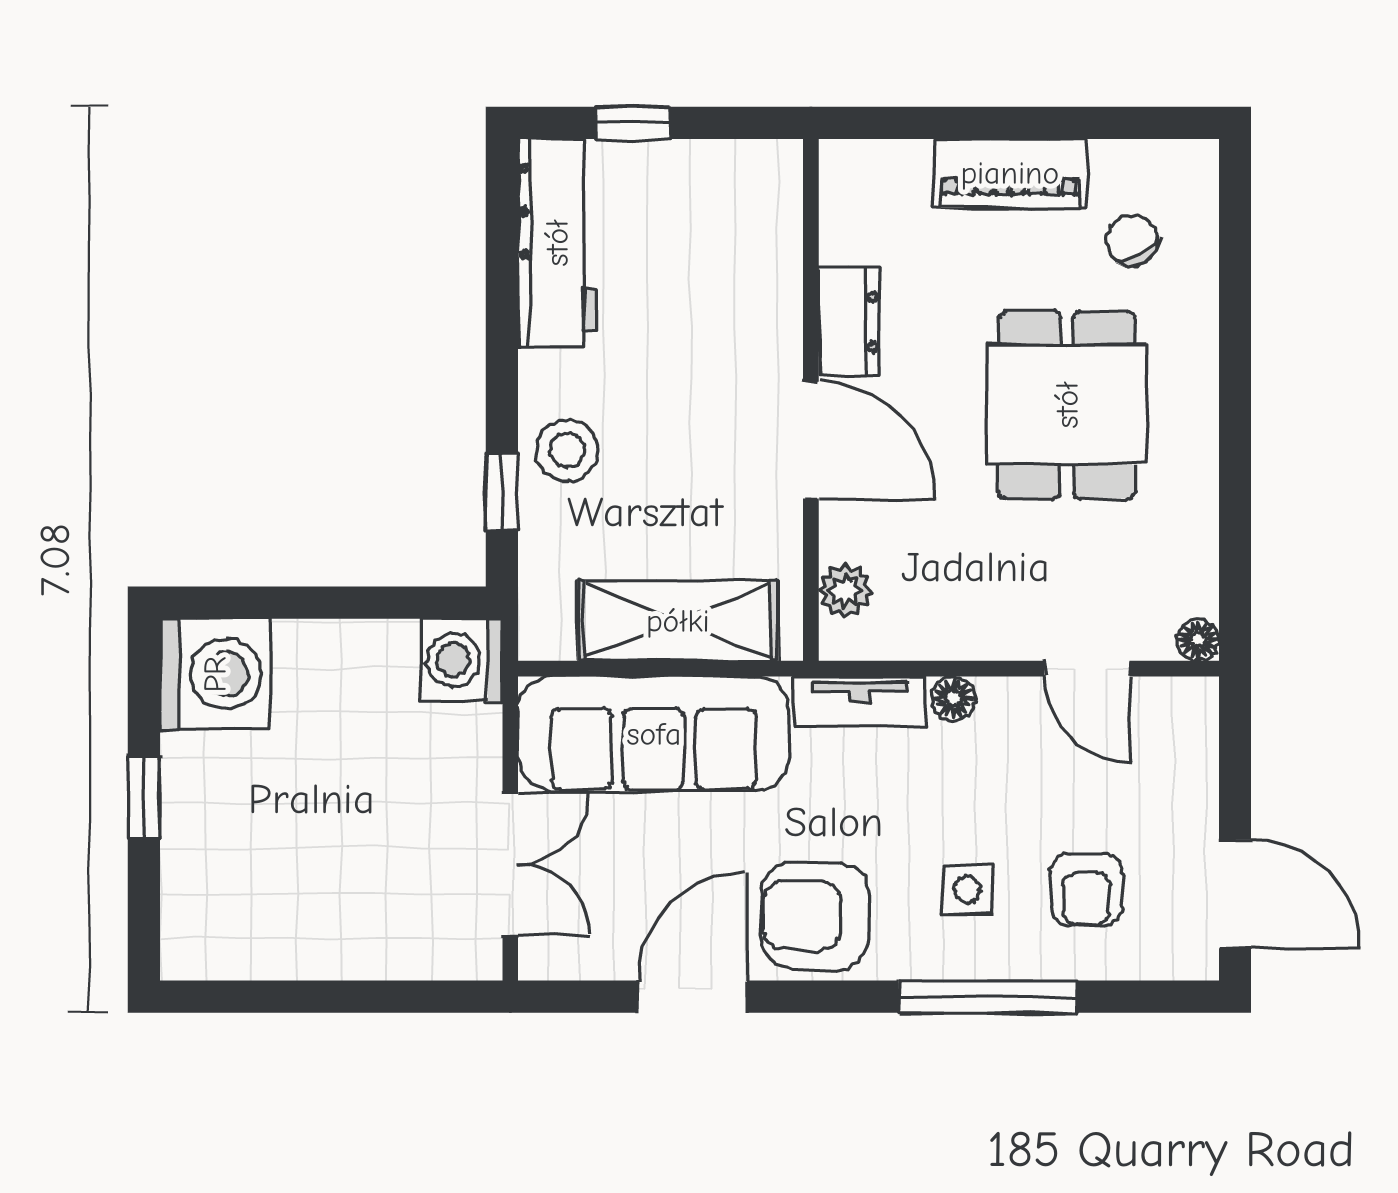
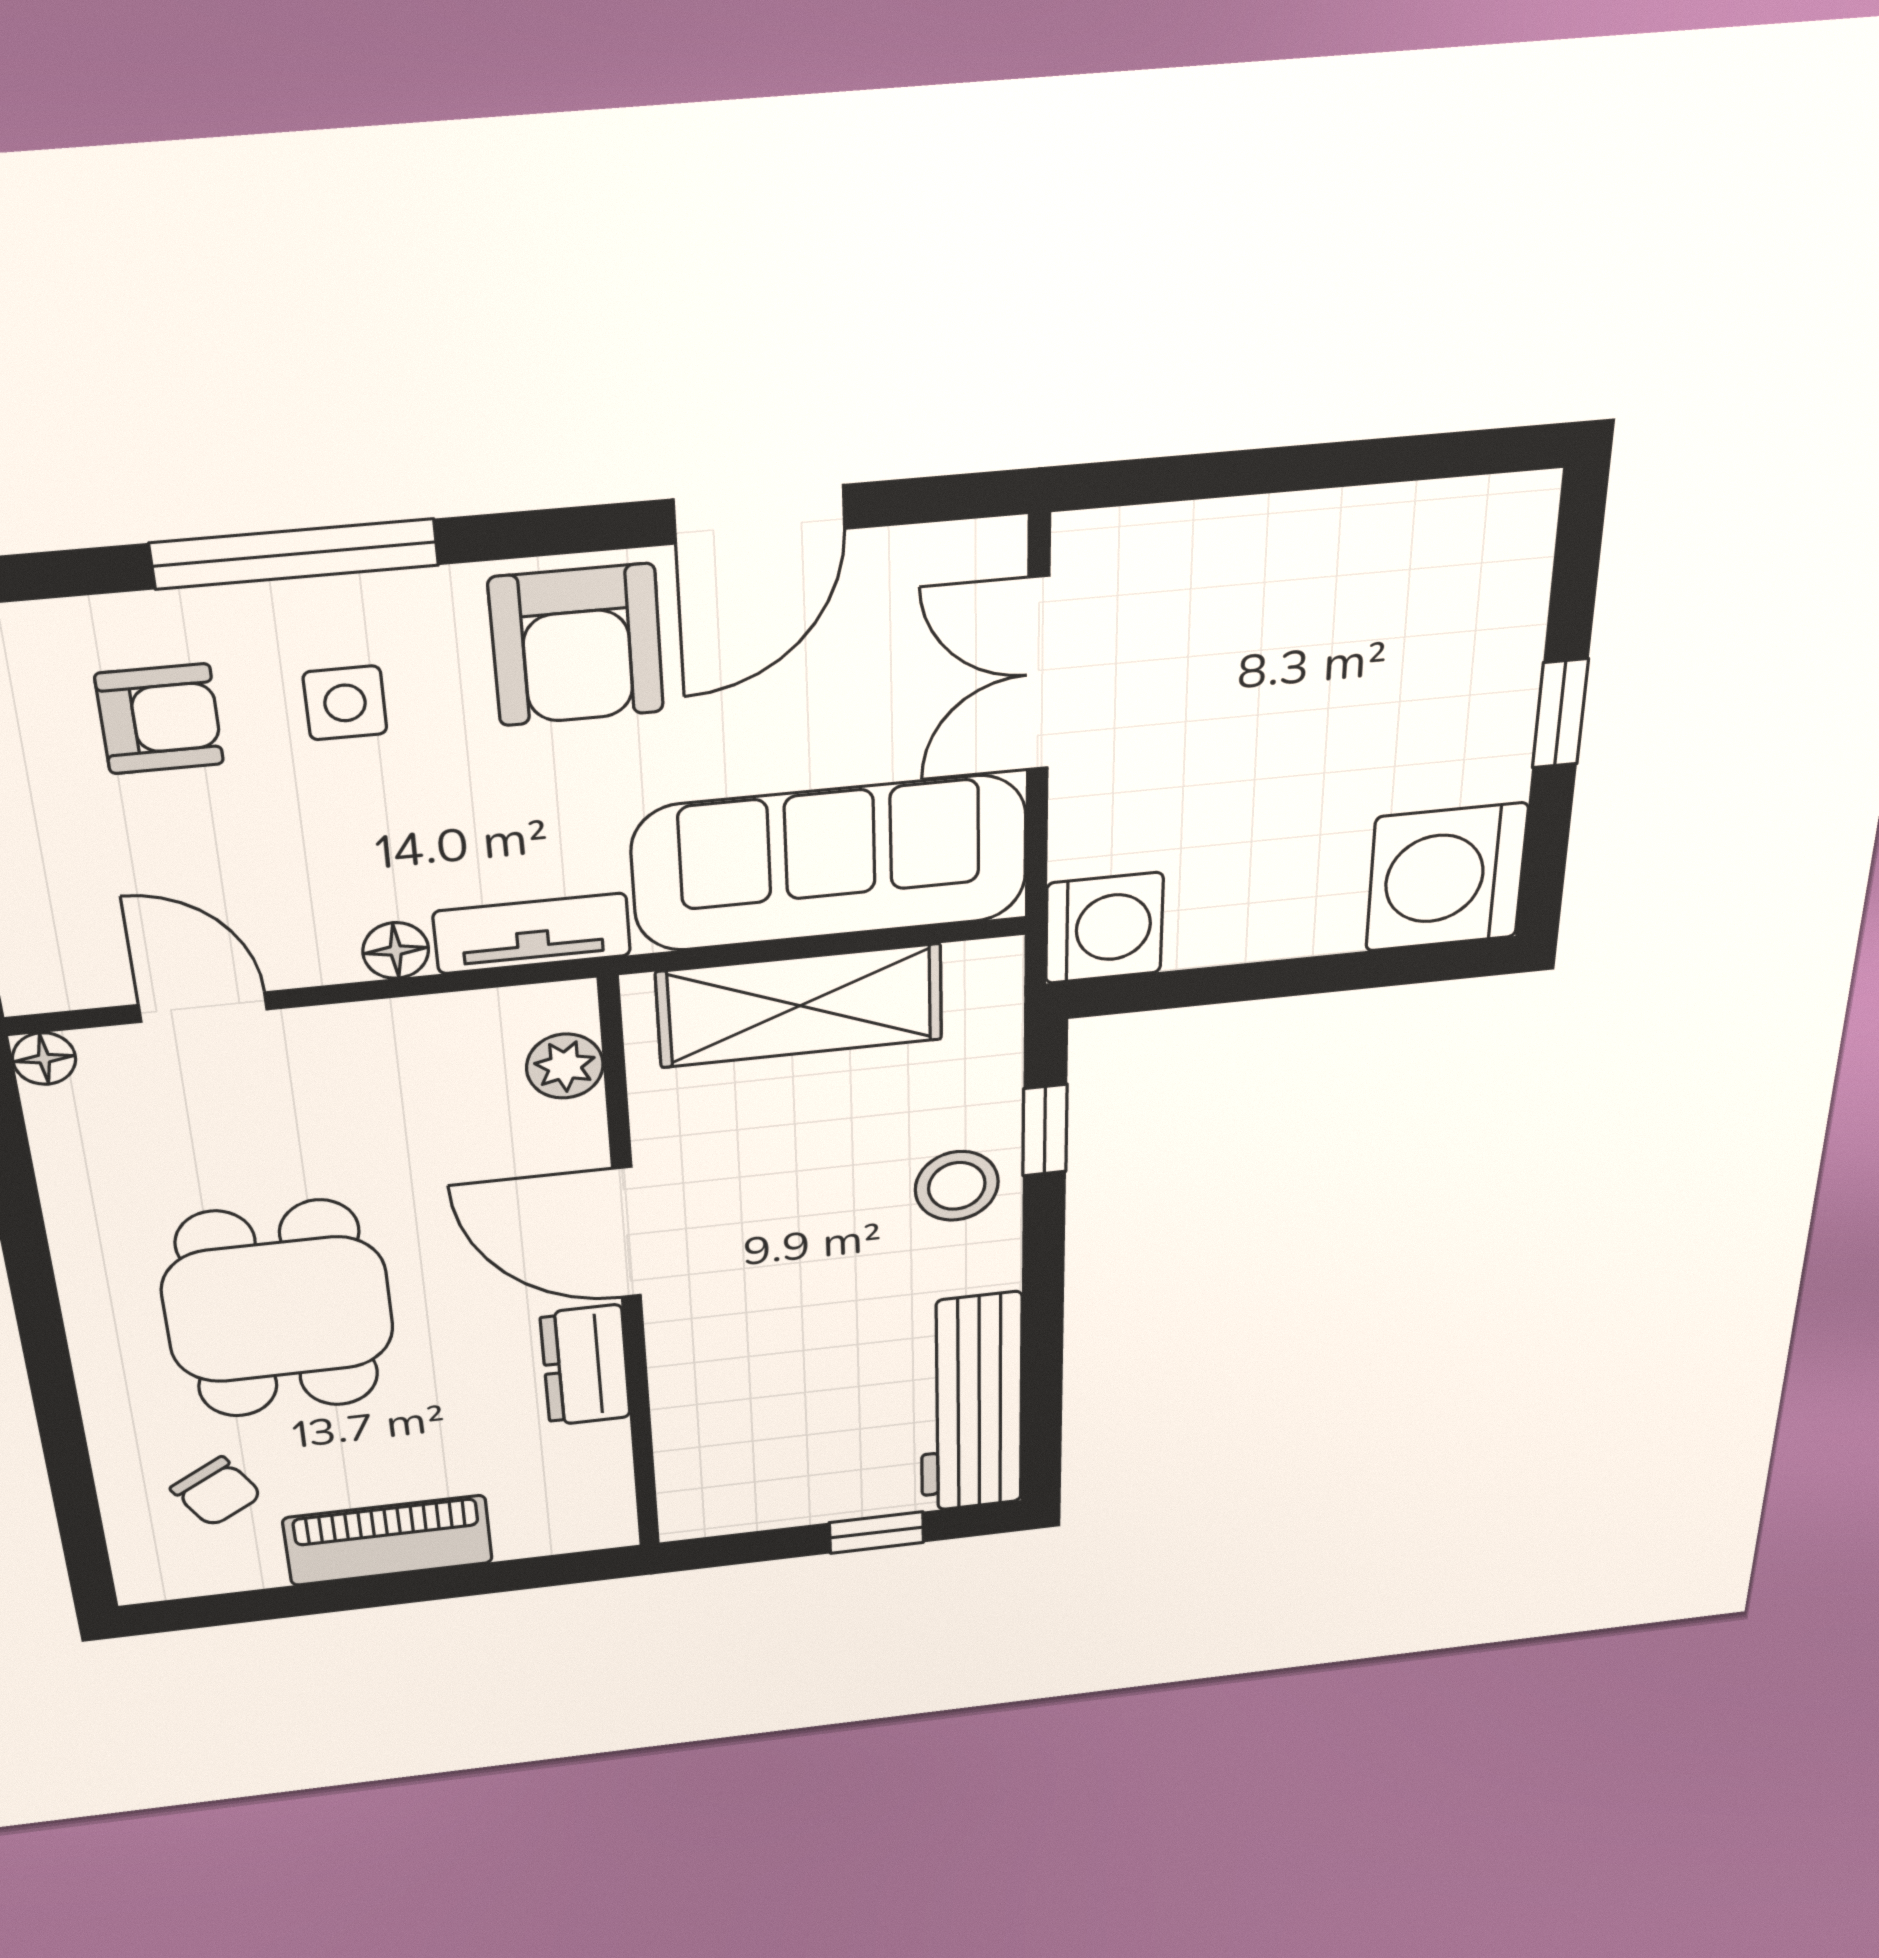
armchair: (1086, 890) -> (159, 719), turned 90
armchair: (815, 916) -> (577, 645), turned 88

